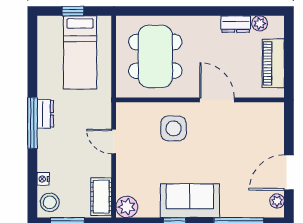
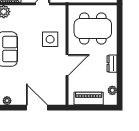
dresser: (236, 24) -> (112, 64), moved
door: (289, 172) -> (37, 108), moved

